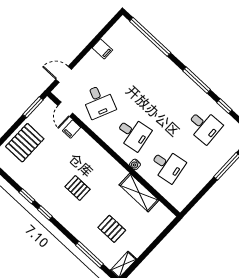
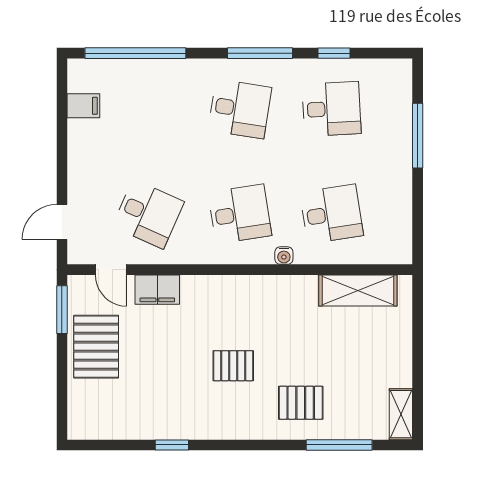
filing cabinet: (102, 49) -> (83, 106), moved
desk: (170, 94) -> (240, 109), added
filing cabinet: (72, 129) -> (157, 290), width x2.00
pallet: (25, 143) -> (96, 347), moved
shelving: (139, 193) -> (358, 290), moved
window: (45, 213) -> (220, 445), removed
pallet: (112, 229) -> (301, 403), moved

